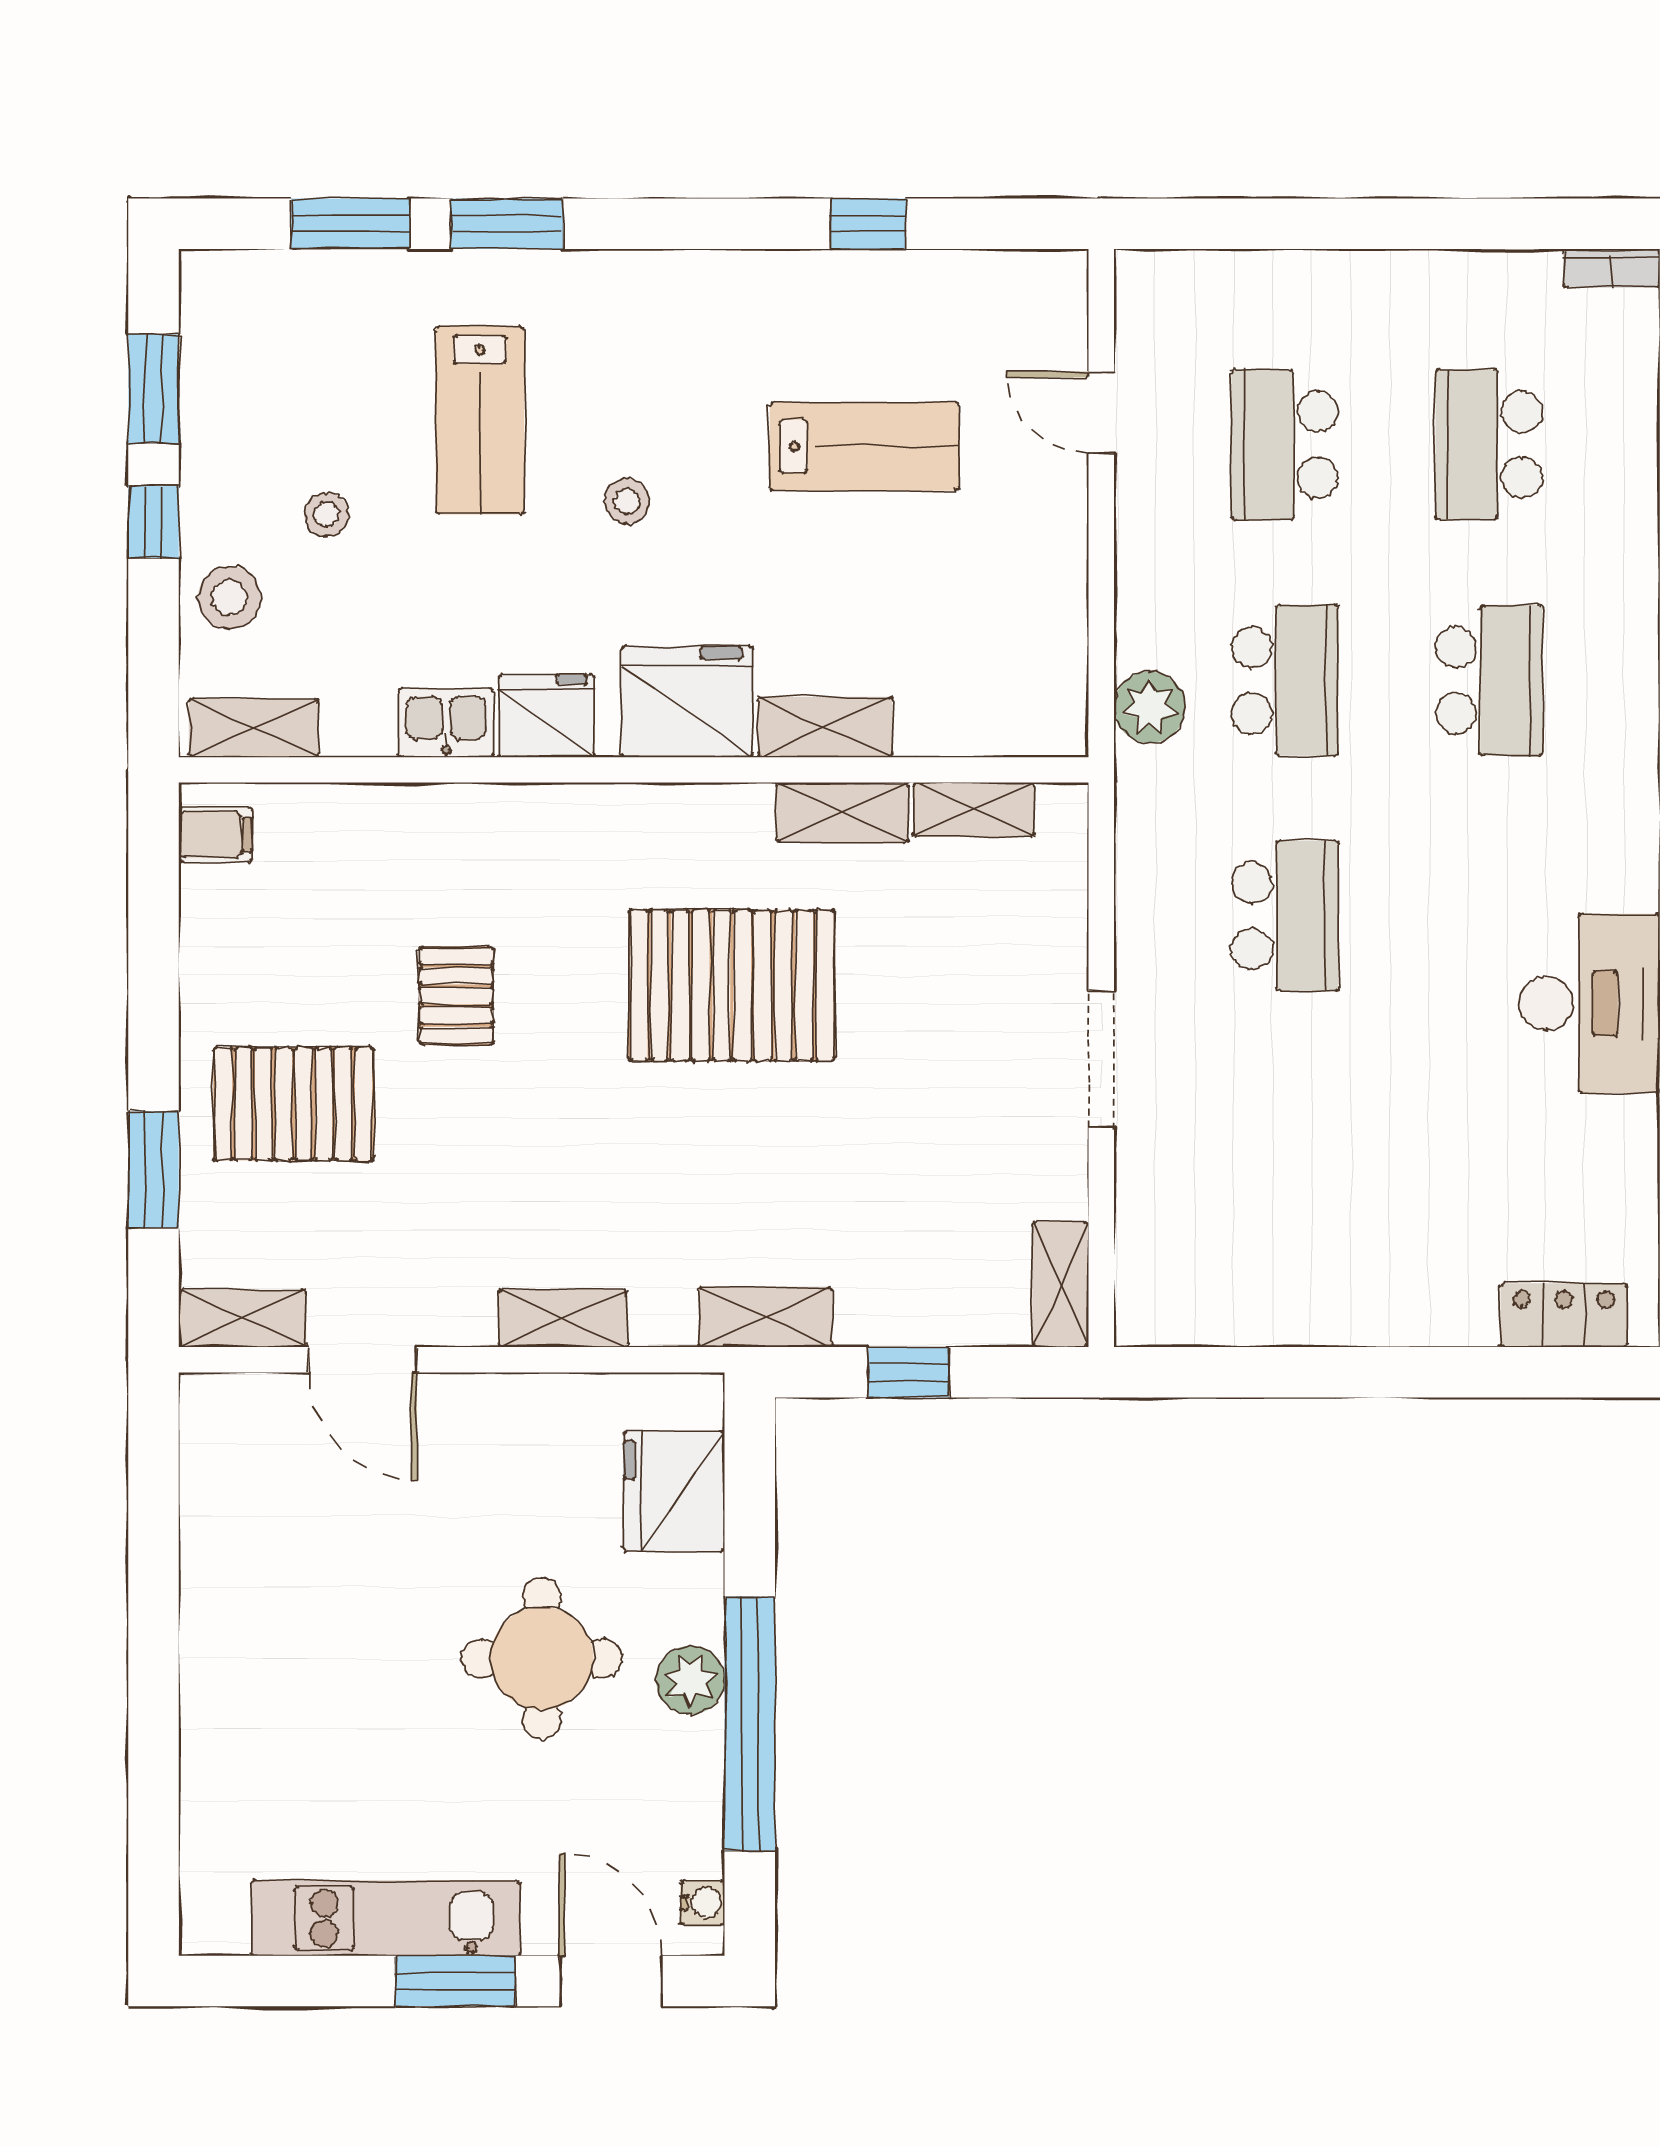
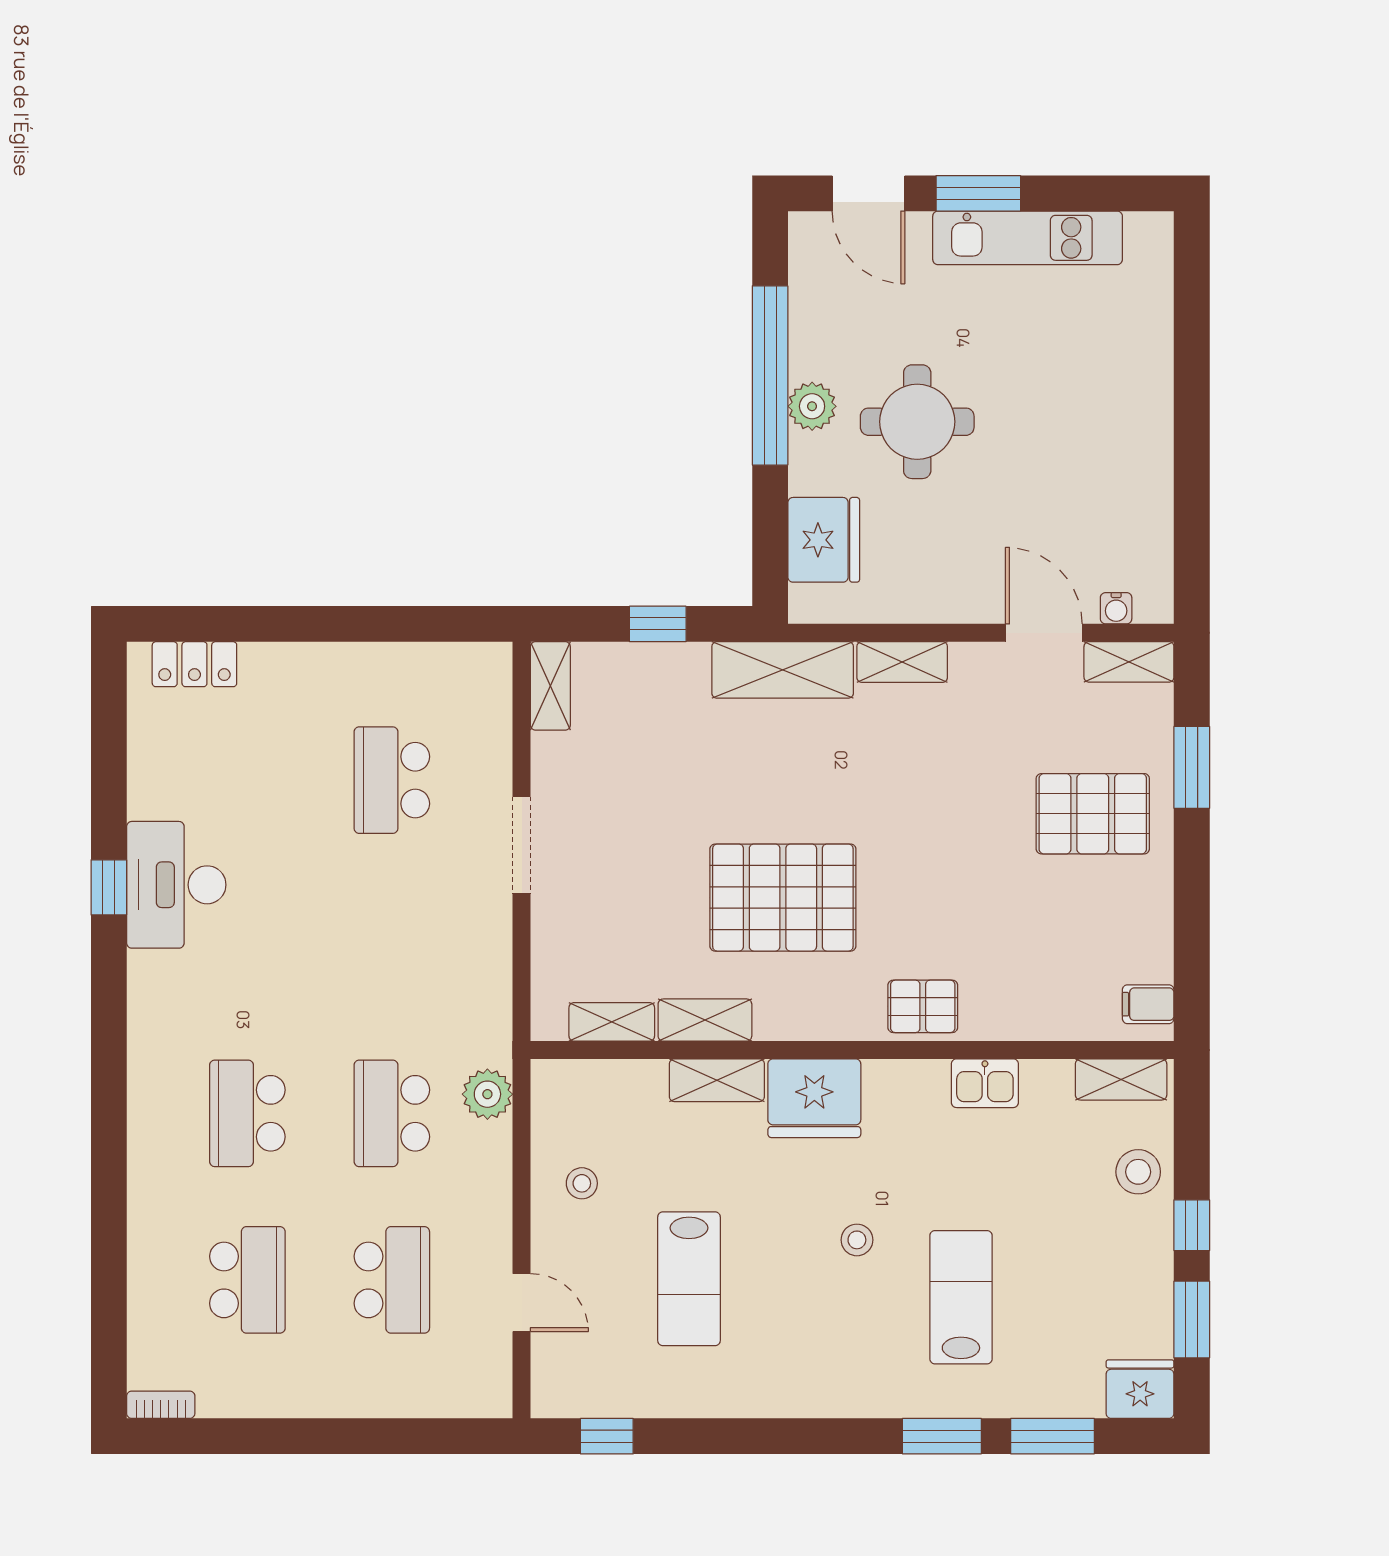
window: (869, 224) -> (607, 1436), moved
lab bench: (865, 446) -> (689, 1279), turned -90
stool: (326, 514) -> (582, 1183), moved
fridge: (547, 716) -> (1140, 1389), moved, turned 180
school desk: (1285, 916) -> (392, 780), moved
pallet: (456, 996) -> (923, 1006), moved, turned 90
shelving: (765, 1317) -> (783, 670), width x1.50, depth x1.33
water cooler: (703, 1903) -> (1116, 608), moved, turned -90

